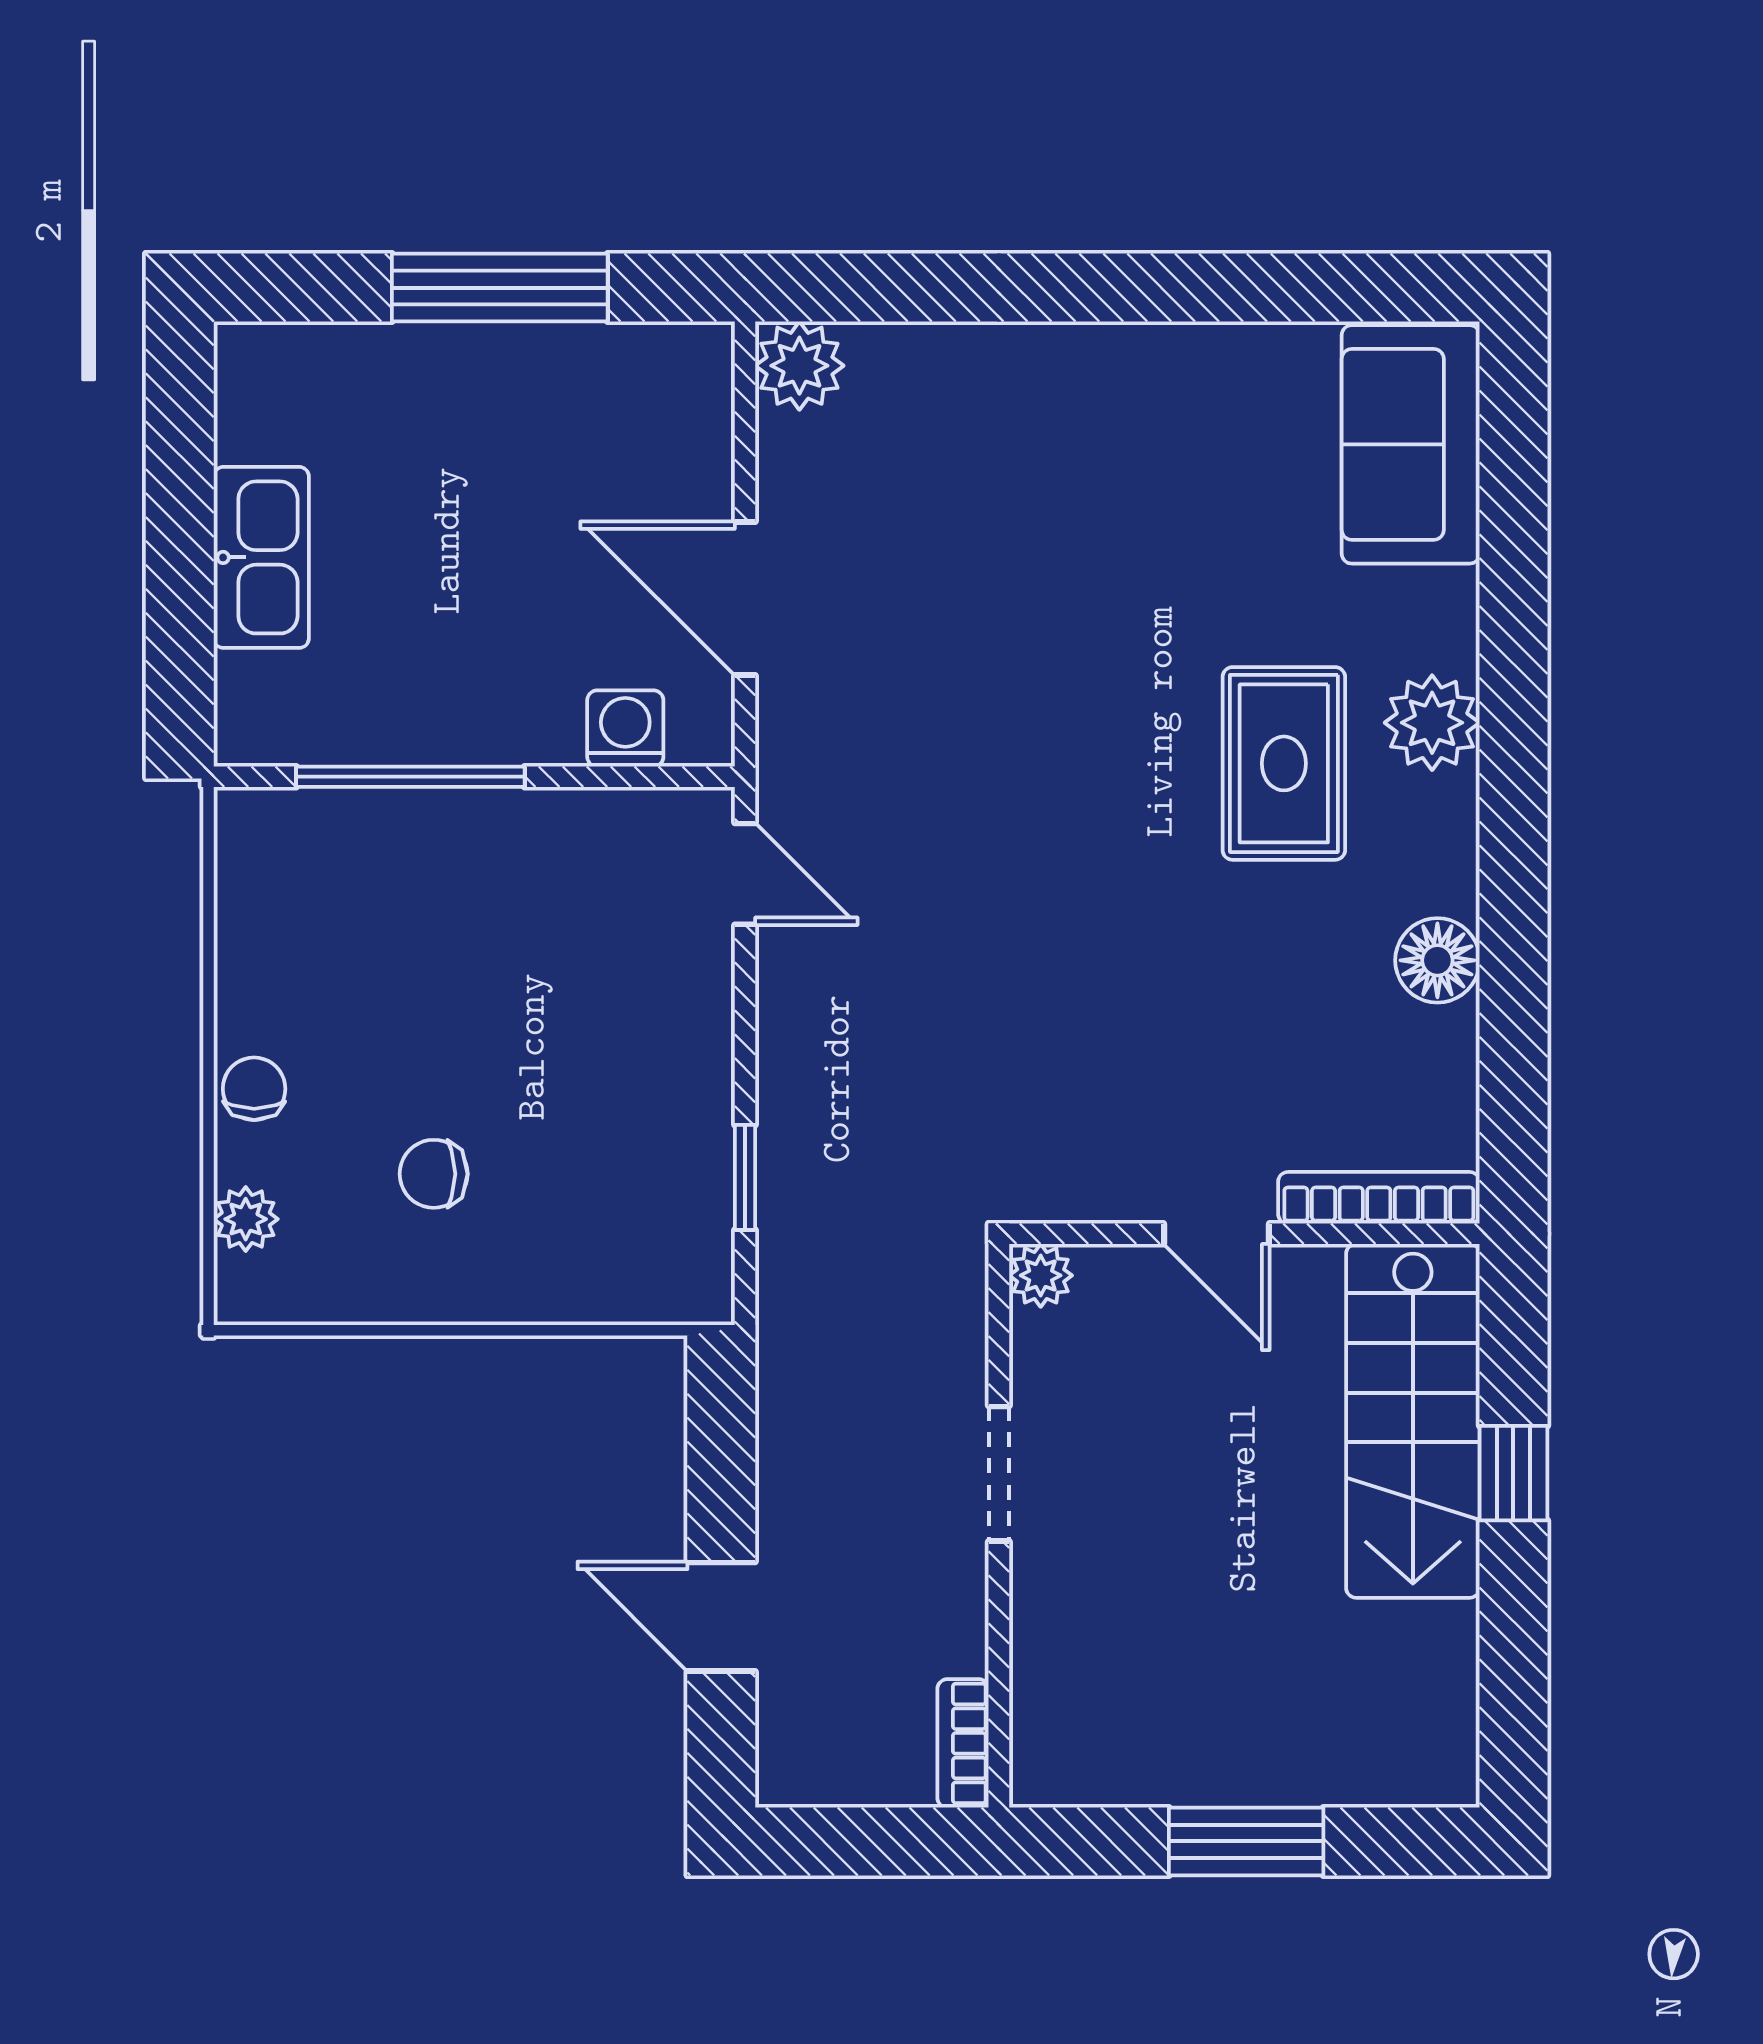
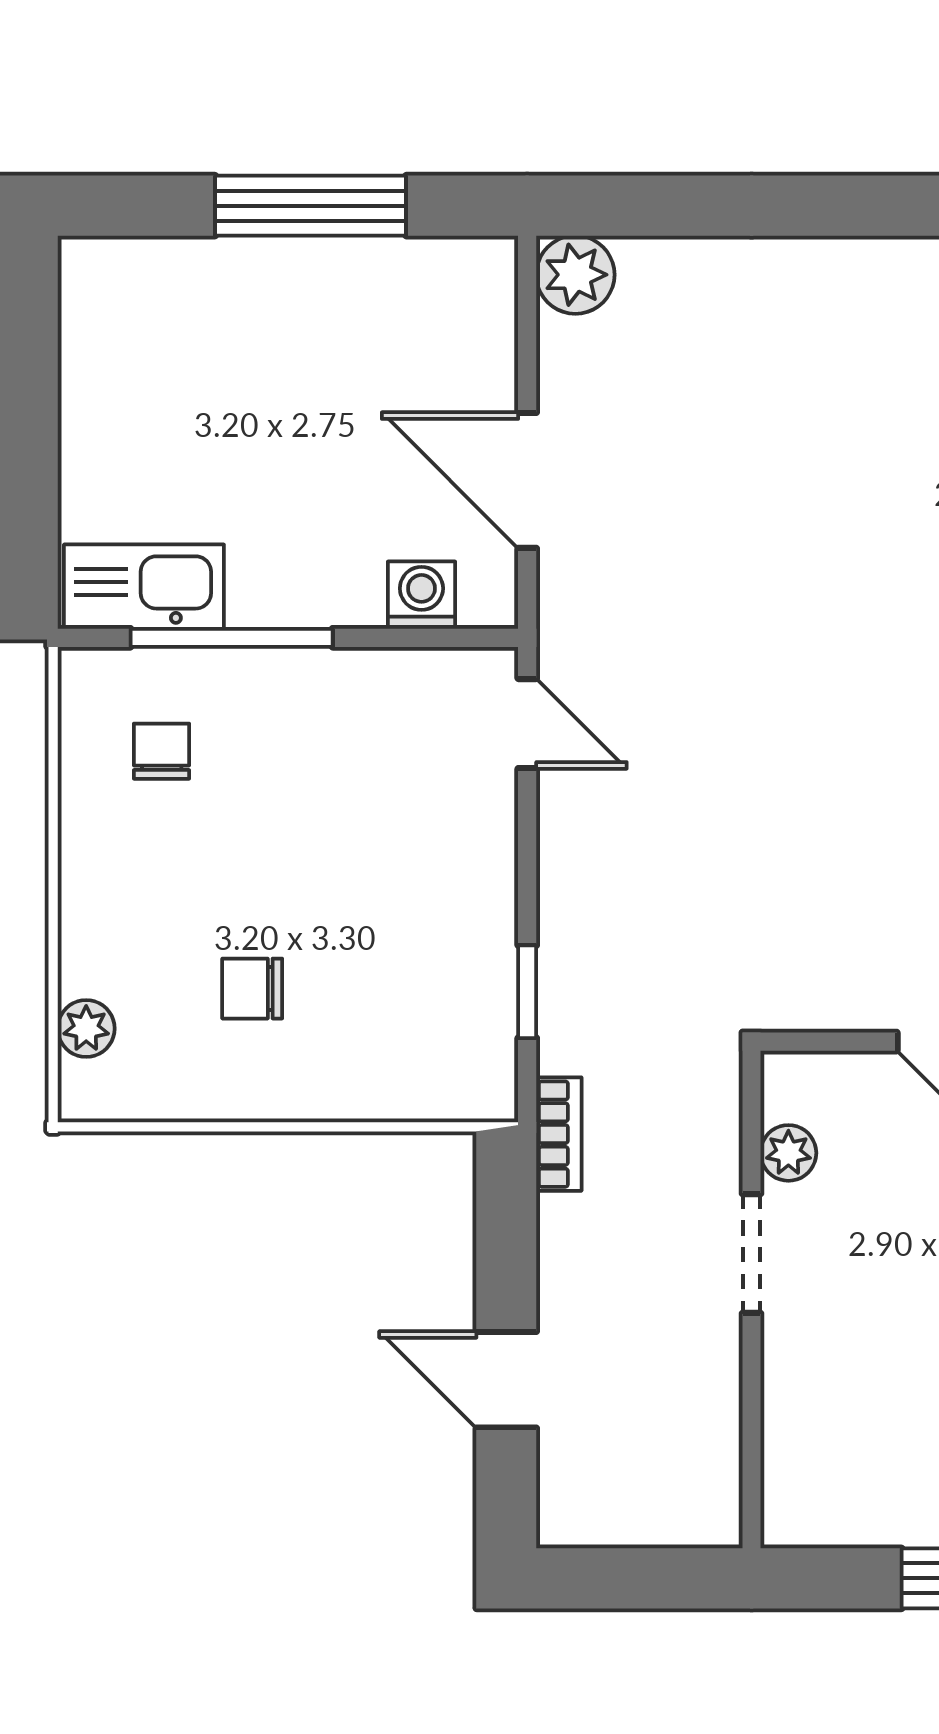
kitchen sink: (261, 557) -> (144, 587), moved, turned -90
chair: (254, 1089) -> (161, 751), moved
plant: (1041, 1275) -> (788, 1153), moved
bookcase: (963, 1743) -> (559, 1134), moved, turned 180

